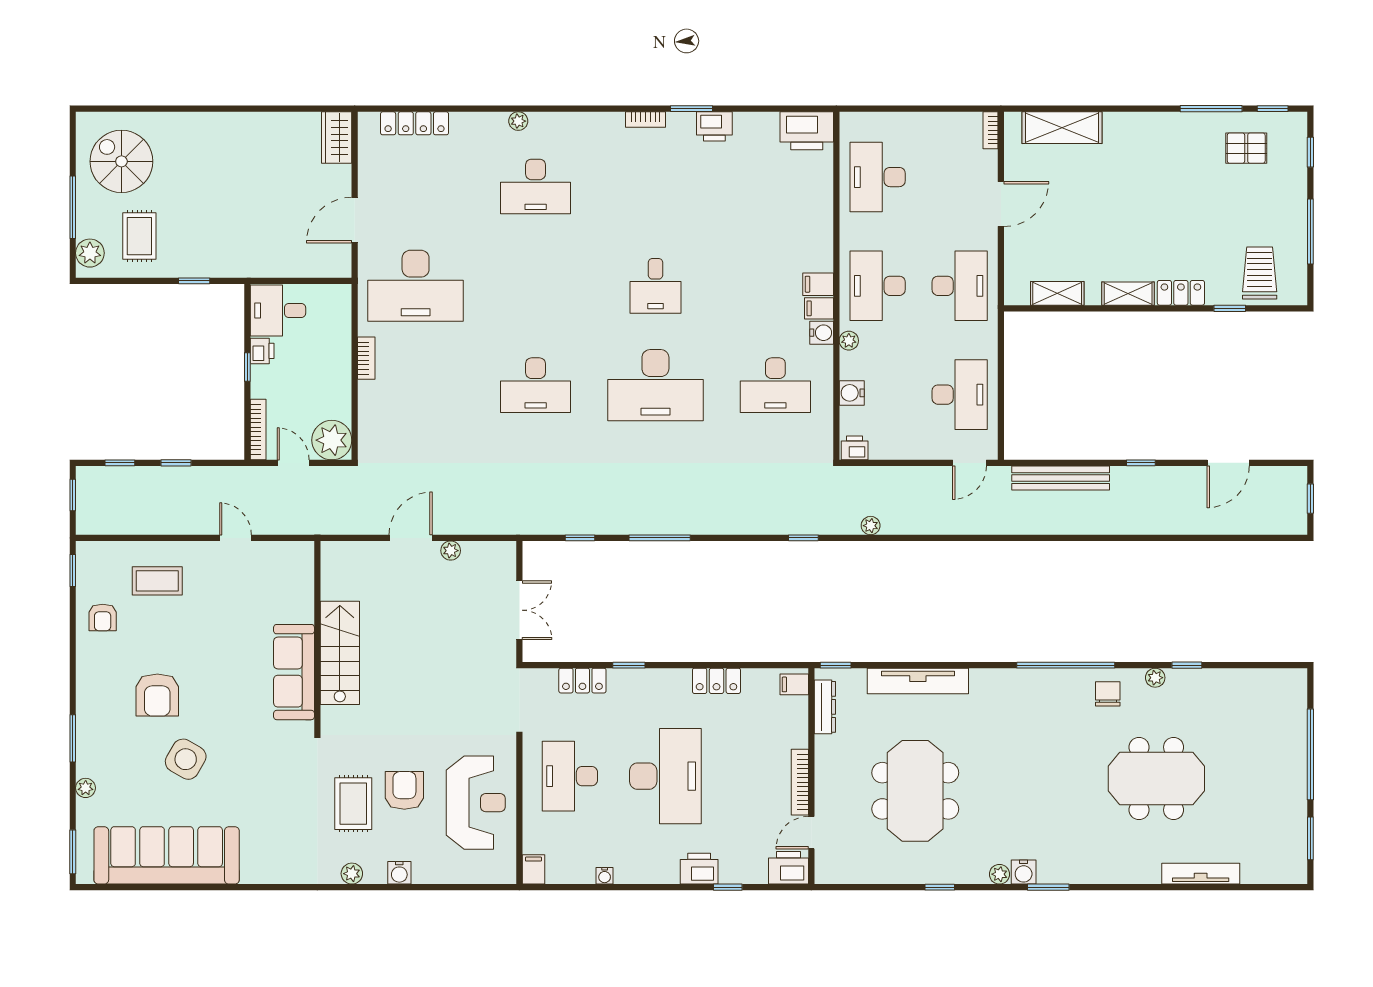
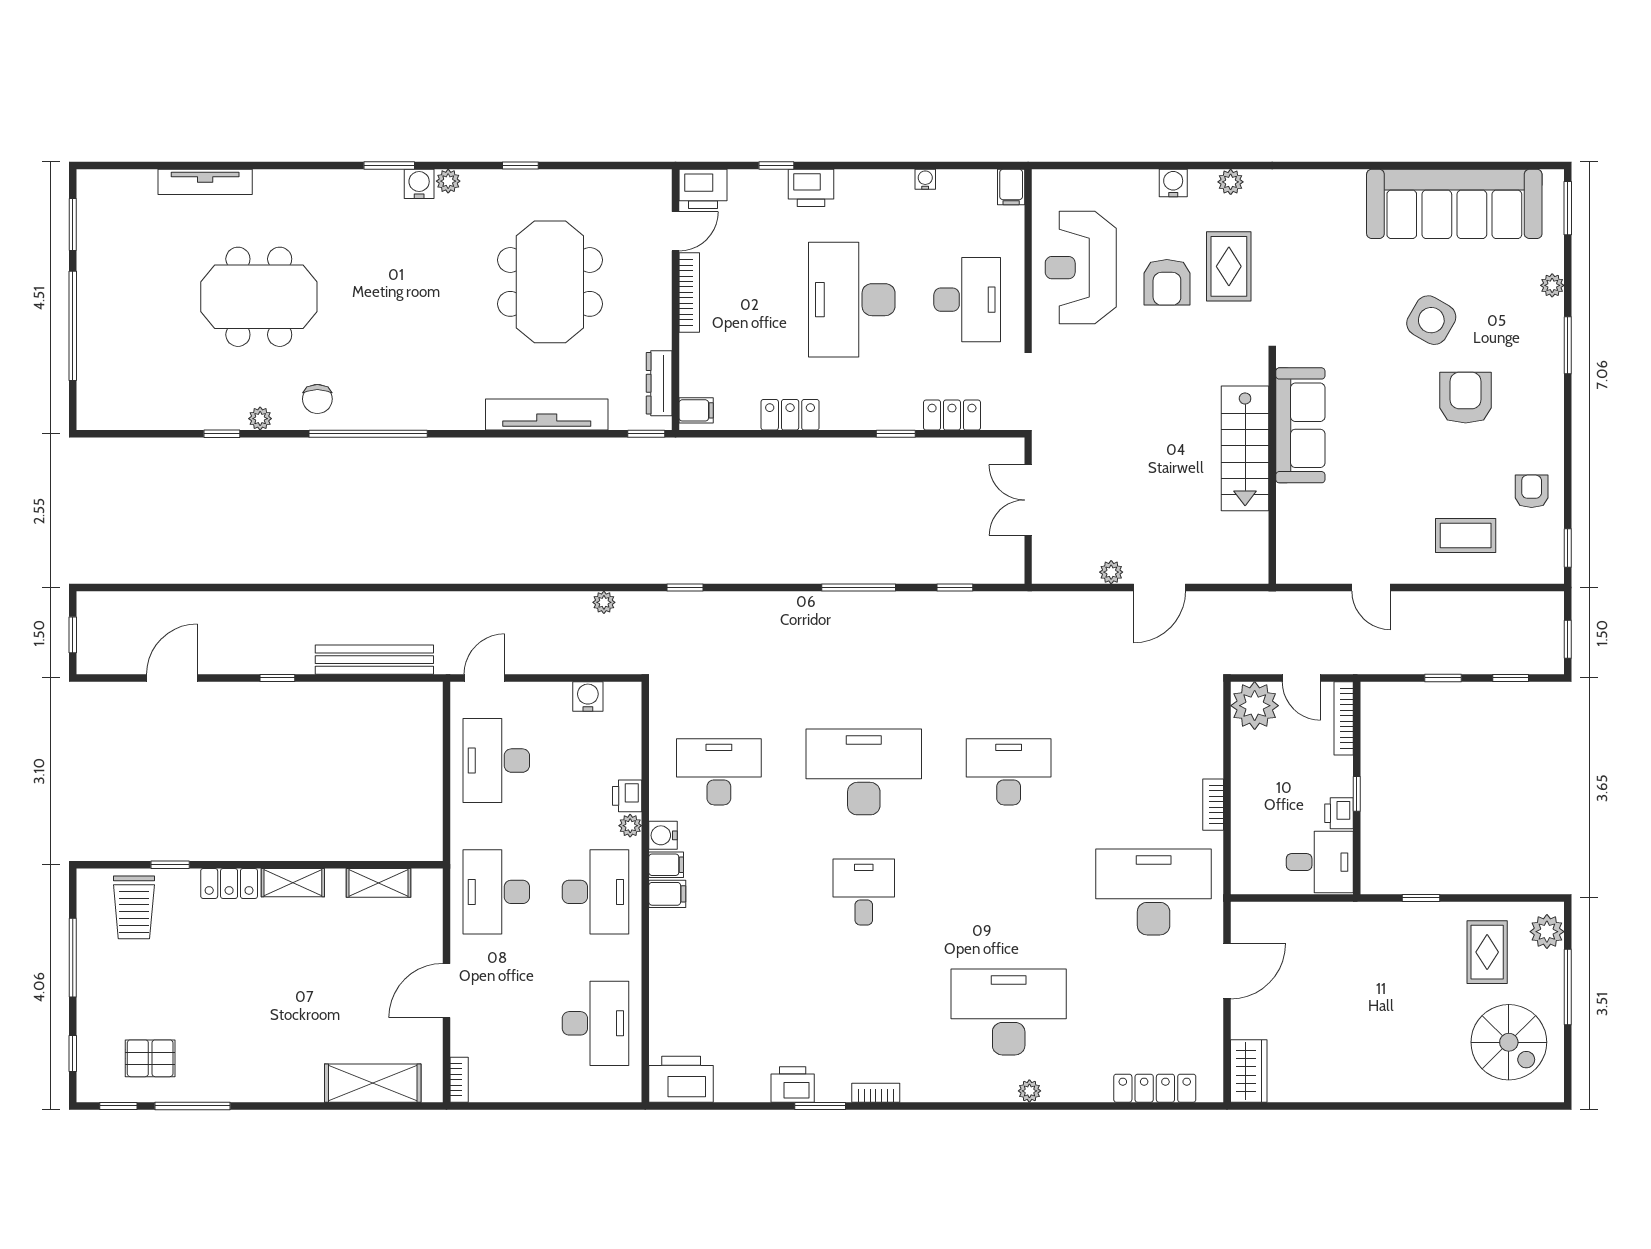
desk: (536, 186) -> (1009, 1012), width x1.36, depth x1.30
water cooler: (852, 393) -> (588, 696), moved, turned -90
printer: (855, 448) -> (627, 796), moved, turned 90

